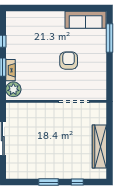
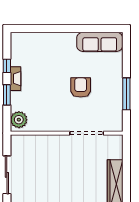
window: (110, 38) -> (126, 94), moved
fireplace: (10, 70) -> (16, 79), moved

